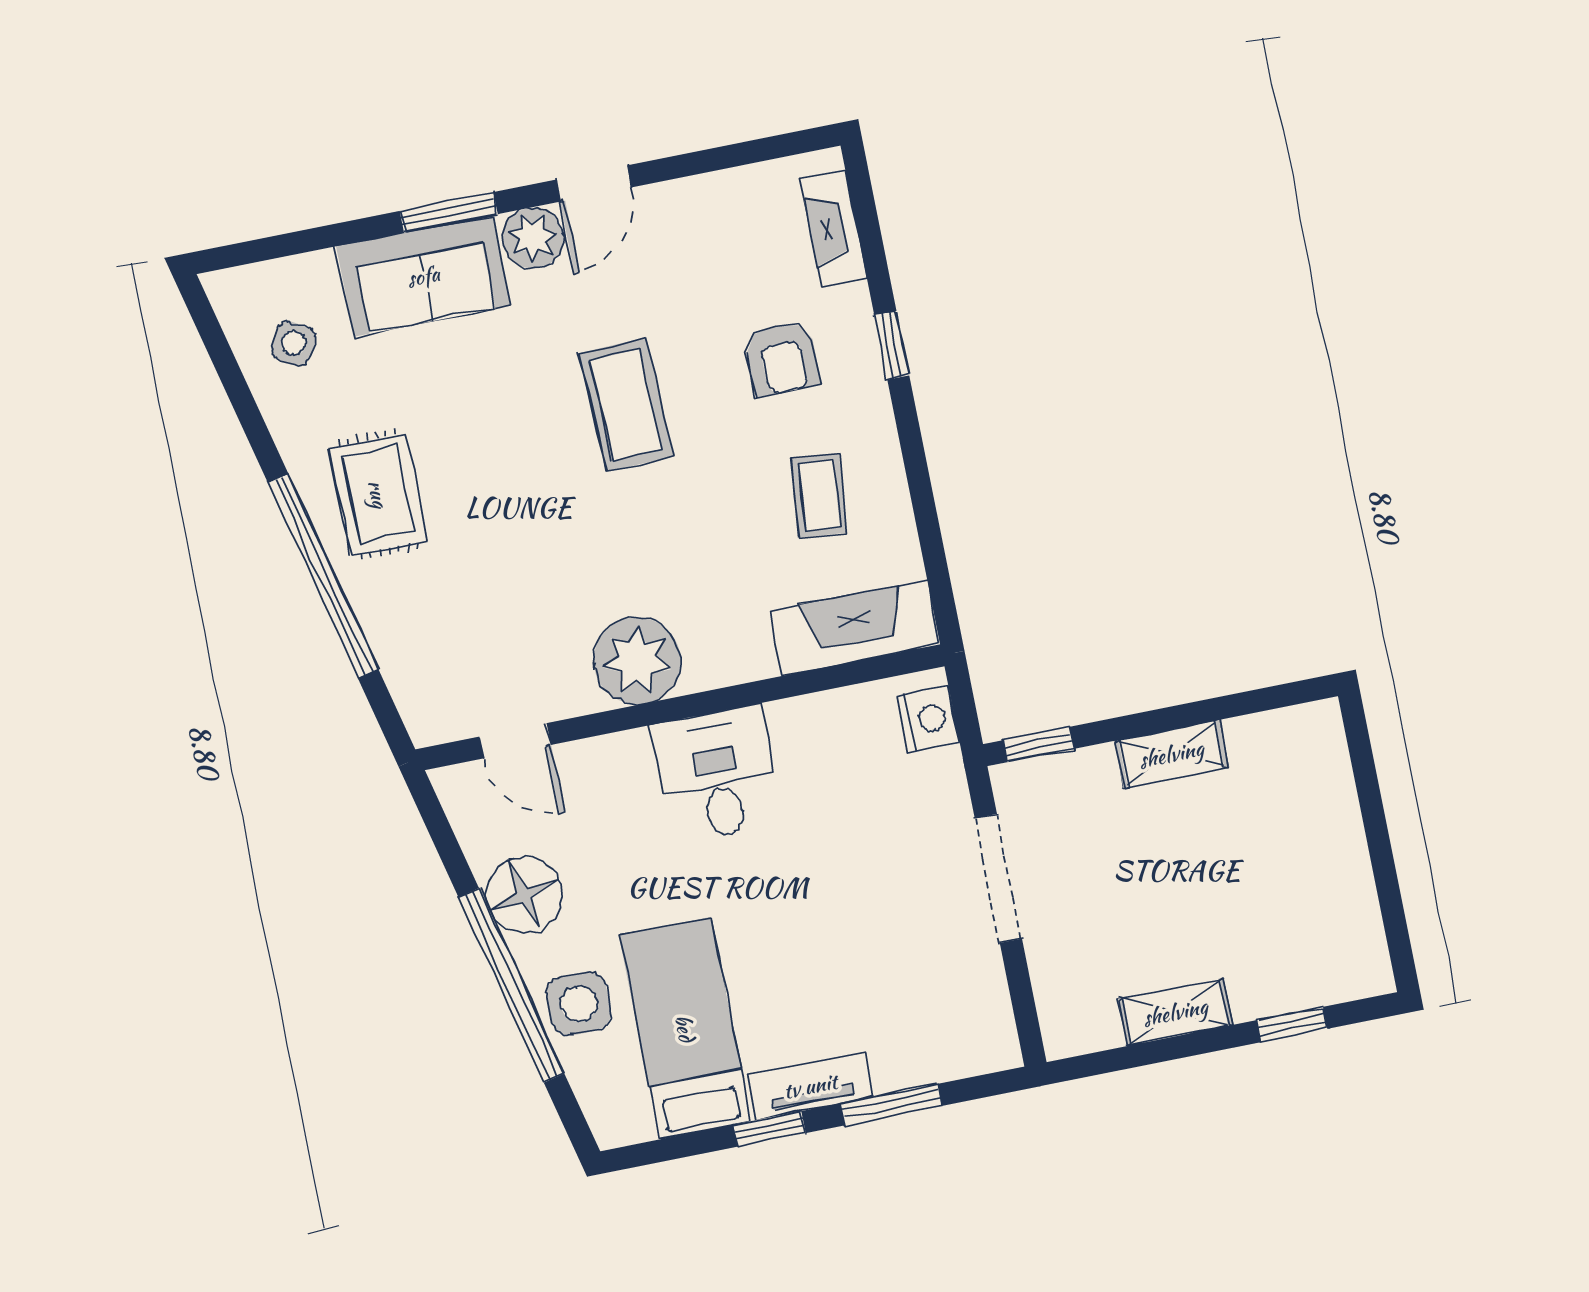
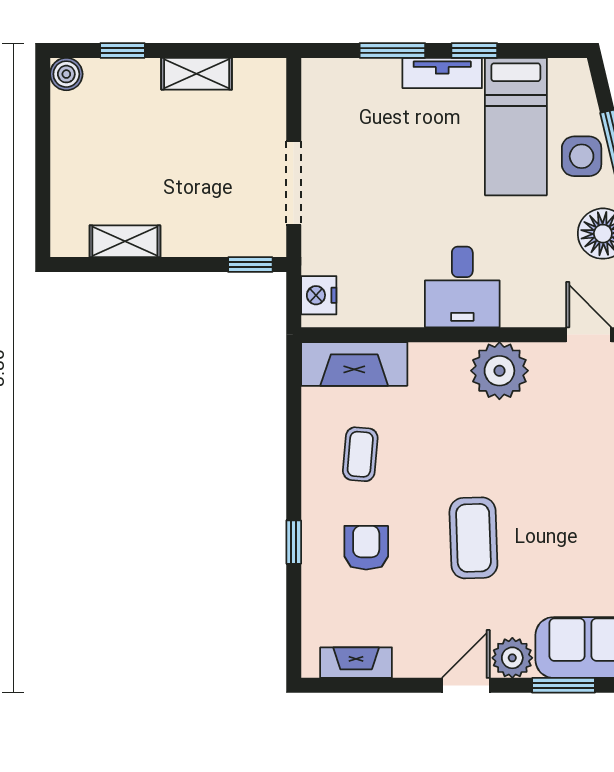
fireplace: (833, 228) -> (356, 663), moved, turned -90
shelving: (1171, 754) -> (125, 241), moved
boiler: (1368, 973) -> (66, 74), added

